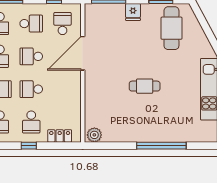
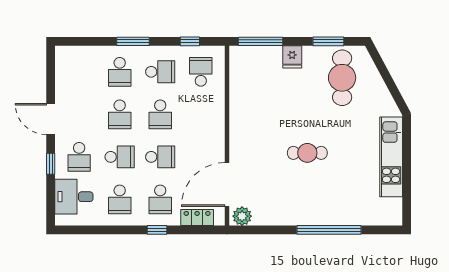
door: (83, 53) -> (227, 184), moved
school desk: (31, 56) -> (160, 114), turned -90
school desk: (31, 89) -> (160, 157), turned 180

